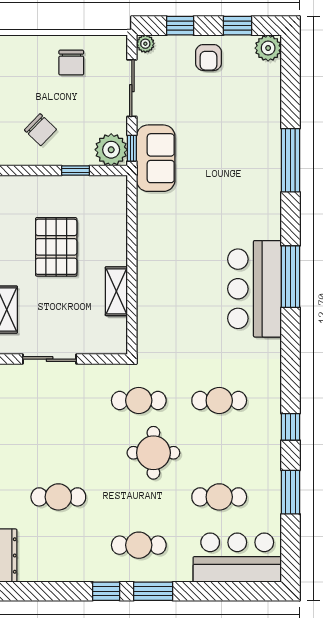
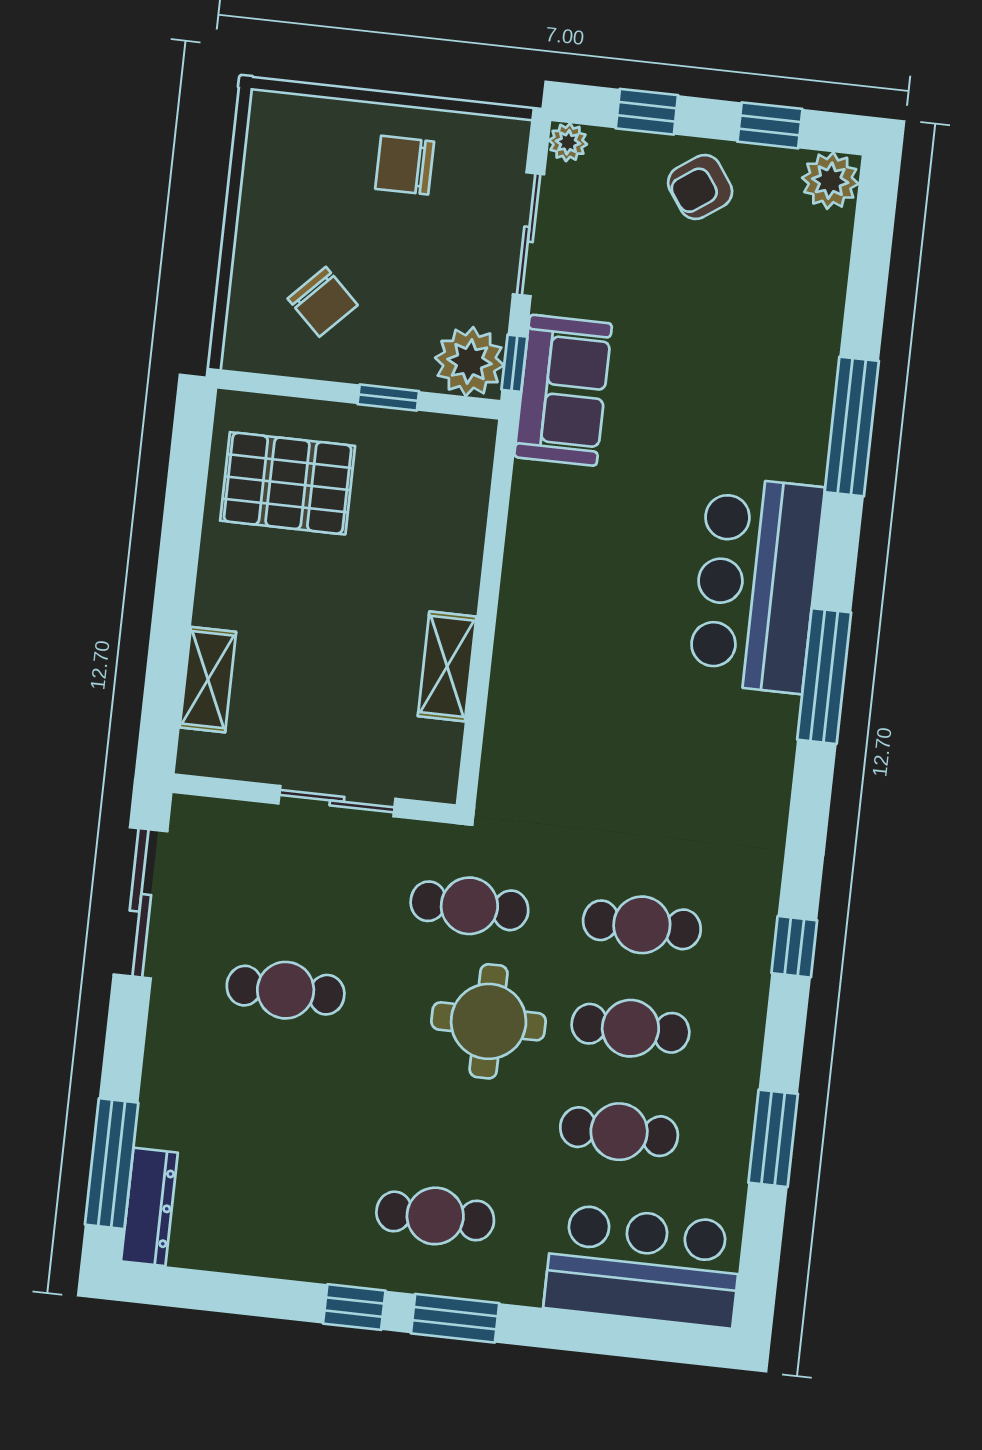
armchair: (208, 58) -> (700, 187), turned 55
chair: (71, 63) -> (405, 165), turned 90
pallet: (56, 247) -> (288, 483), moved, turned 90
bar counter: (255, 289) -> (756, 585), moved
sliding door: (50, 359) -> (337, 801), moved
window: (291, 427) -> (794, 947), moved
cafe table: (219, 449) -> (630, 1028), added
cafe table: (58, 497) -> (286, 990), moved

